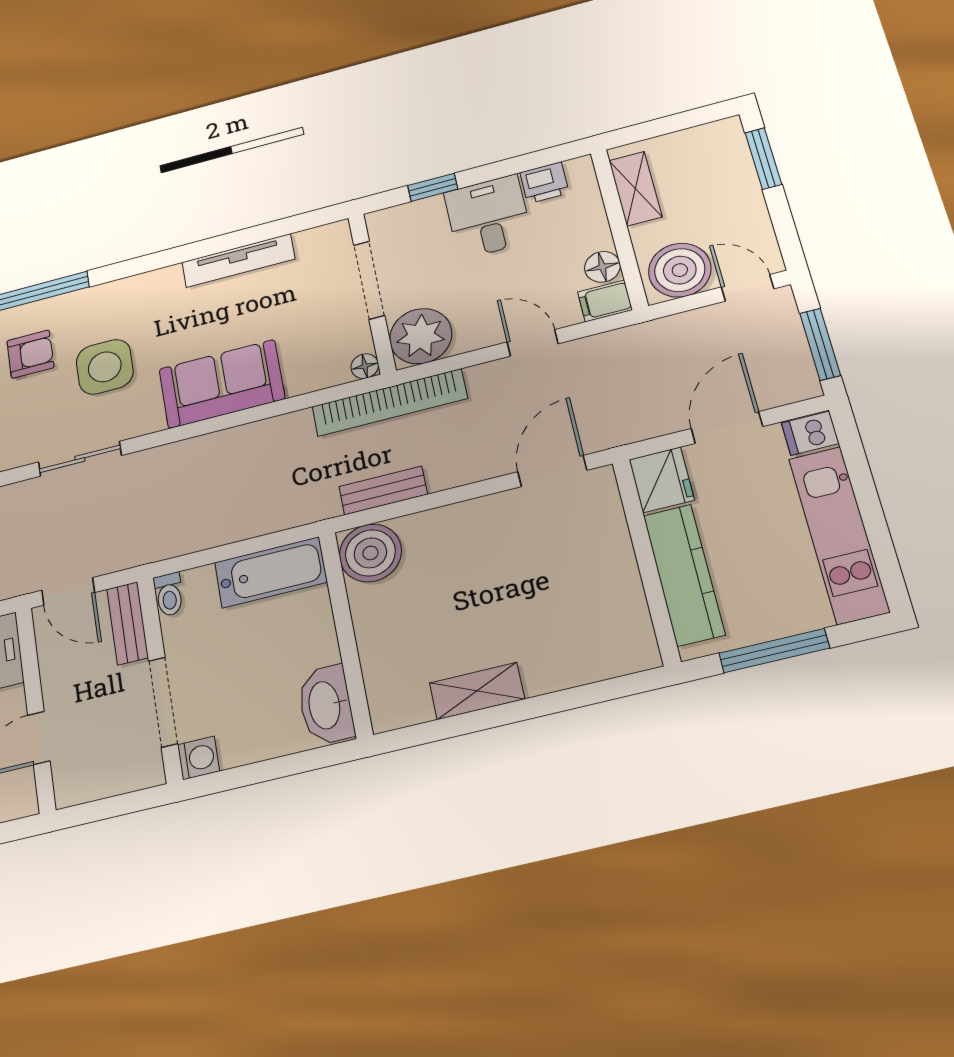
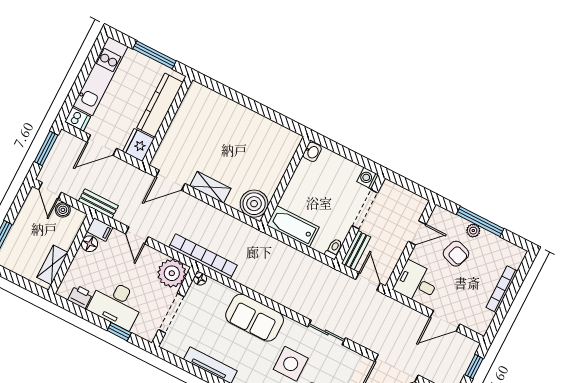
desk: (488, 217) -> (116, 304), width x1.37
boiler: (680, 270) -> (63, 210), width x0.54, depth x0.54
bench: (383, 490) -> (98, 204), moved
shelving: (477, 691) -> (210, 187), moved
washbasin: (326, 705) -> (312, 152), width x0.52, depth x0.69

